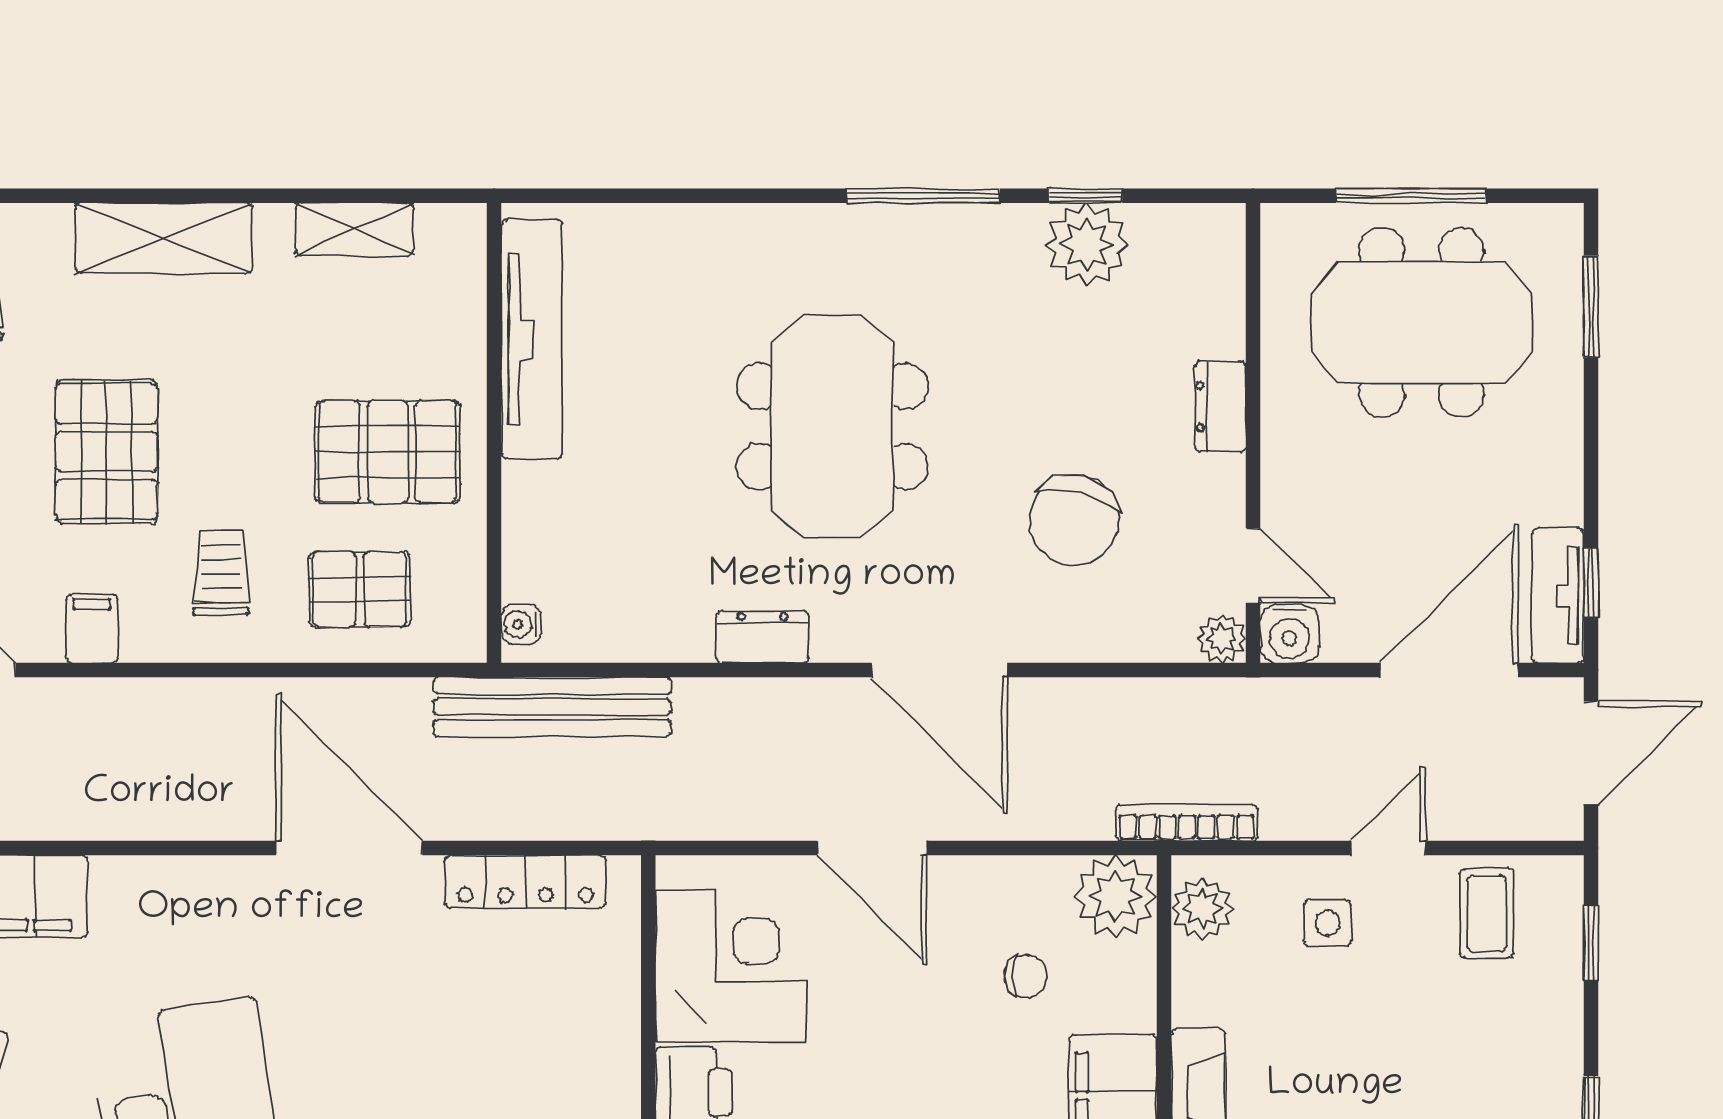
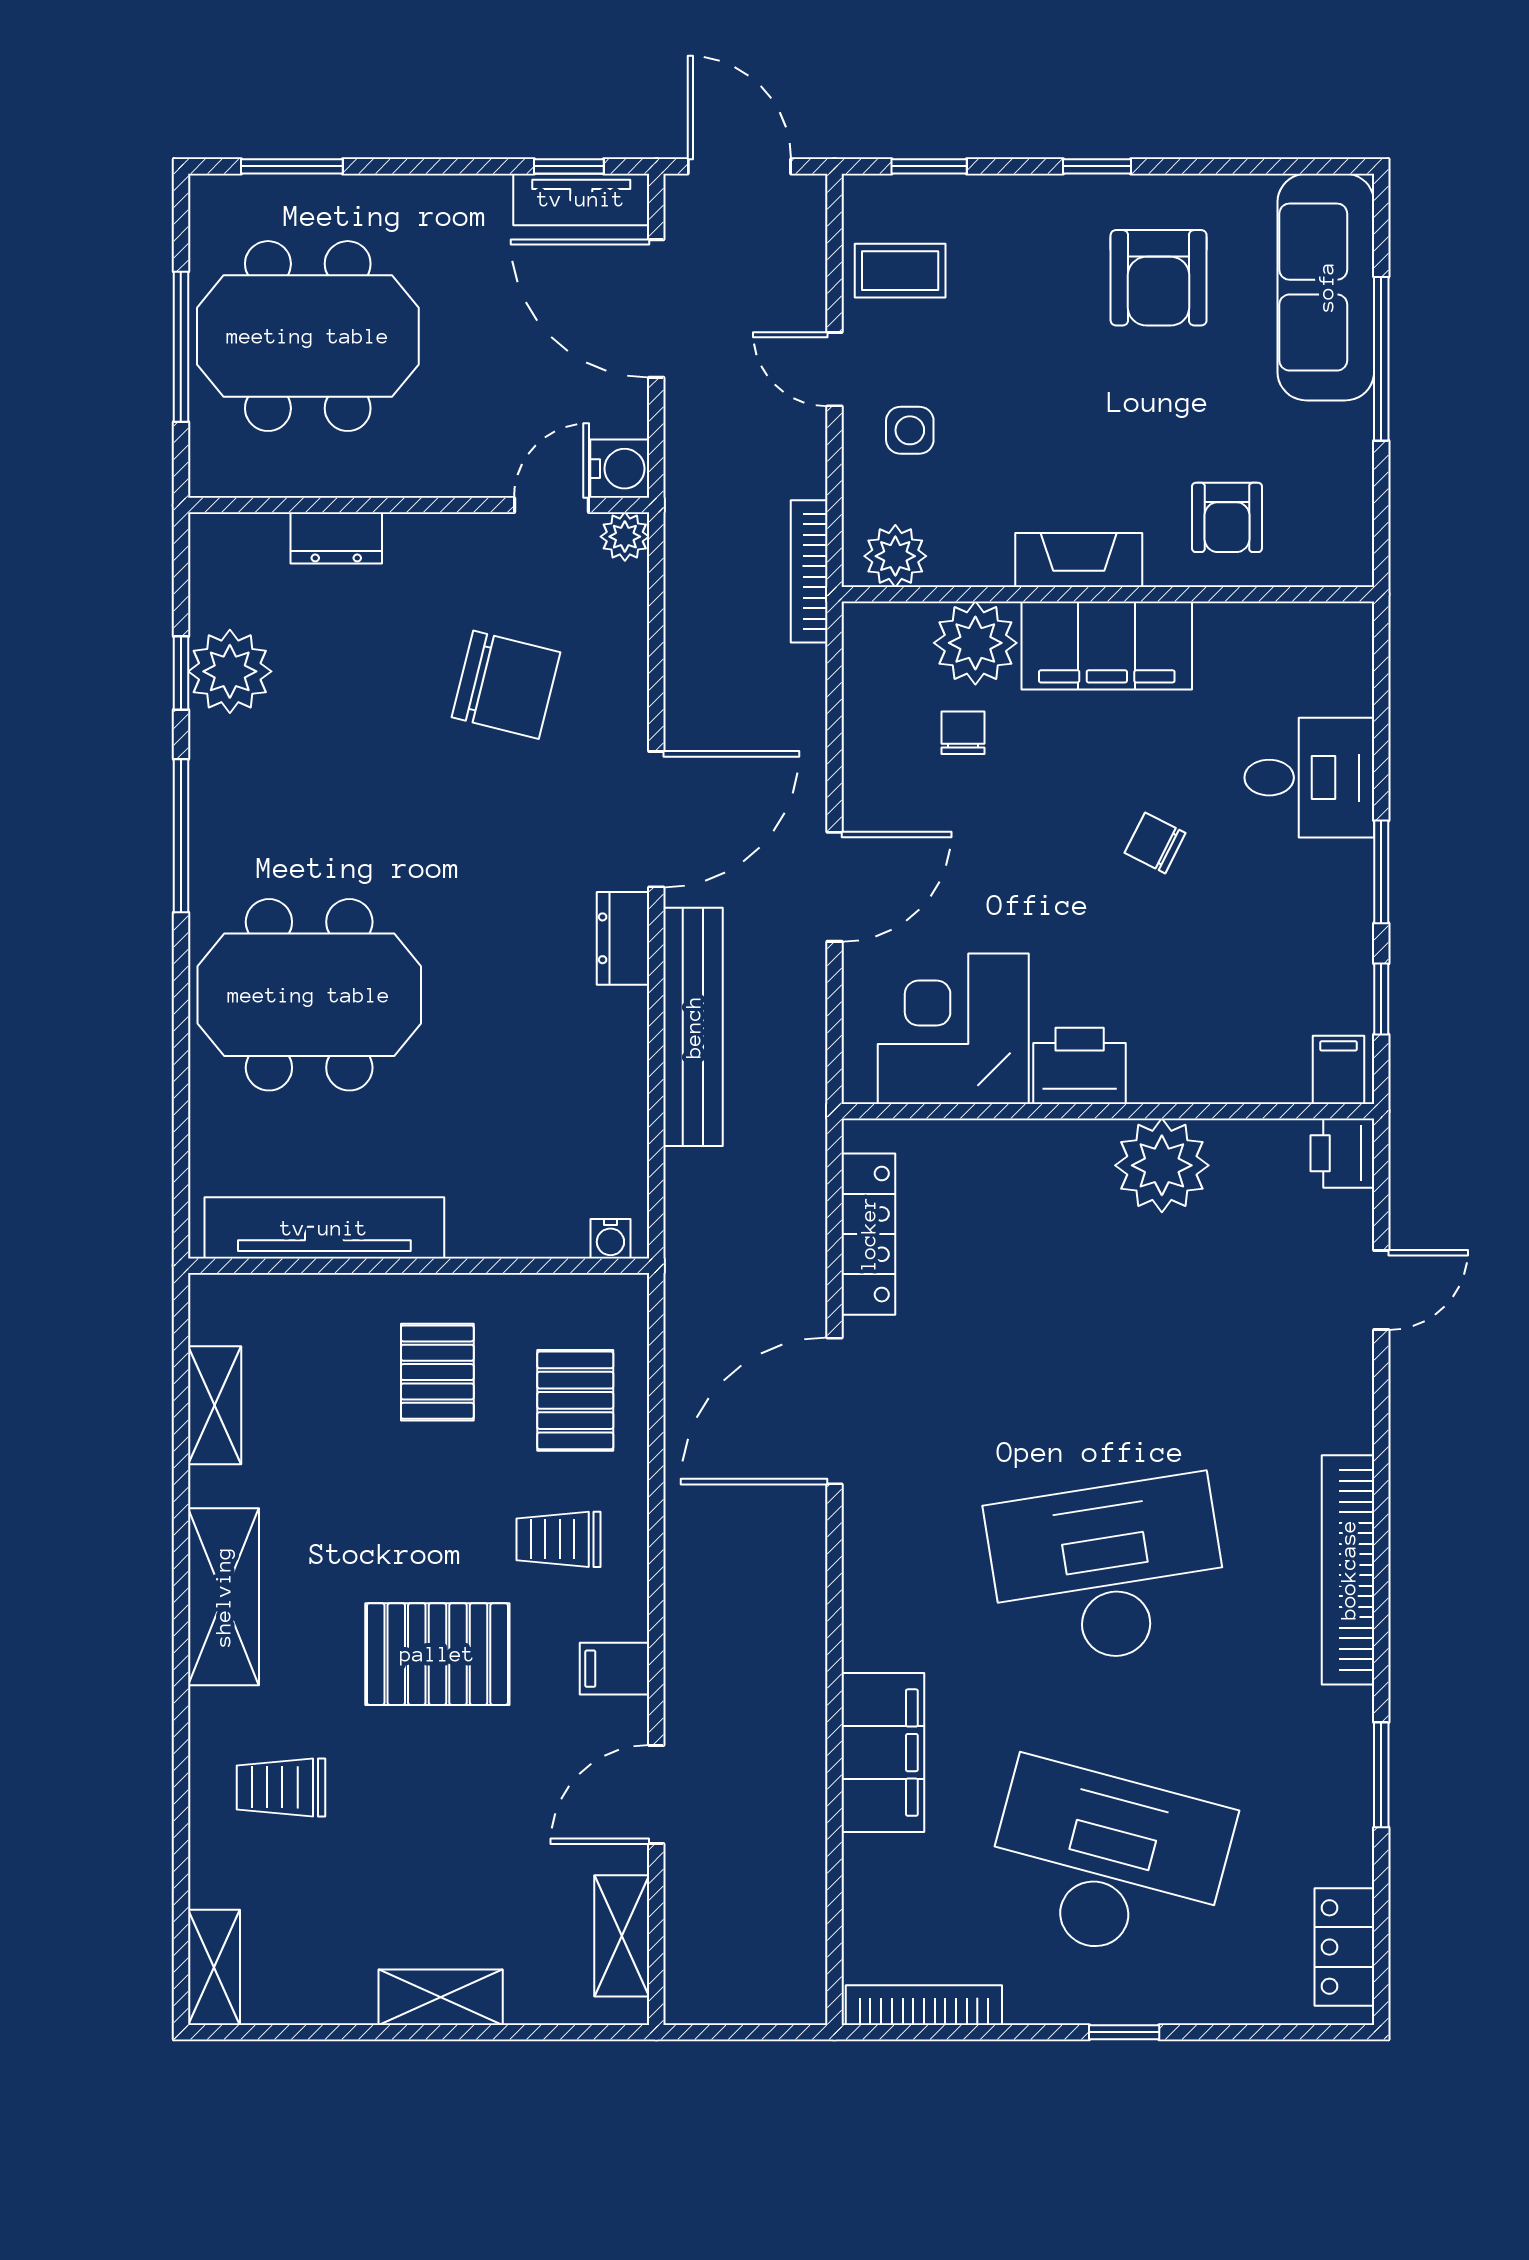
meeting table: (1422, 322) -> (308, 336), turned 90
dresser: (1220, 407) -> (336, 538), moved
meeting table: (832, 426) -> (309, 995), moved
pallet: (388, 452) -> (437, 1372), width x0.67, depth x0.71
dresser: (762, 637) -> (623, 938), moved
bench: (552, 707) -> (693, 1027), moved
plant: (1115, 897) -> (975, 643), moved

